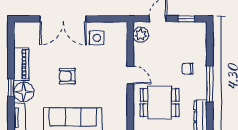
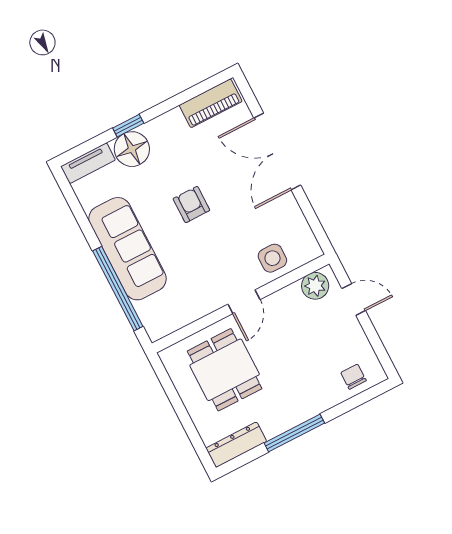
window: (186, 19) -> (377, 344), removed
side table: (97, 38) -> (272, 258), moved
piano: (21, 64) -> (211, 103), moved
chair: (187, 69) -> (353, 377), moved

